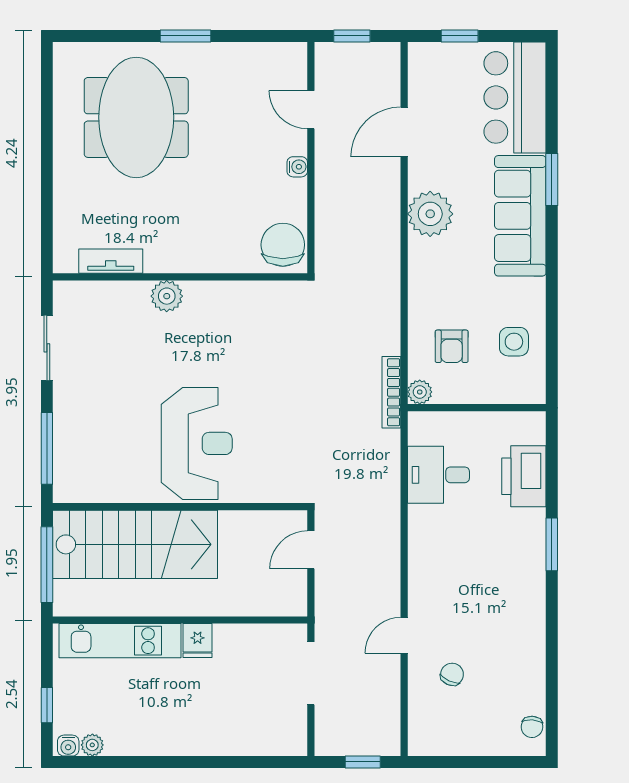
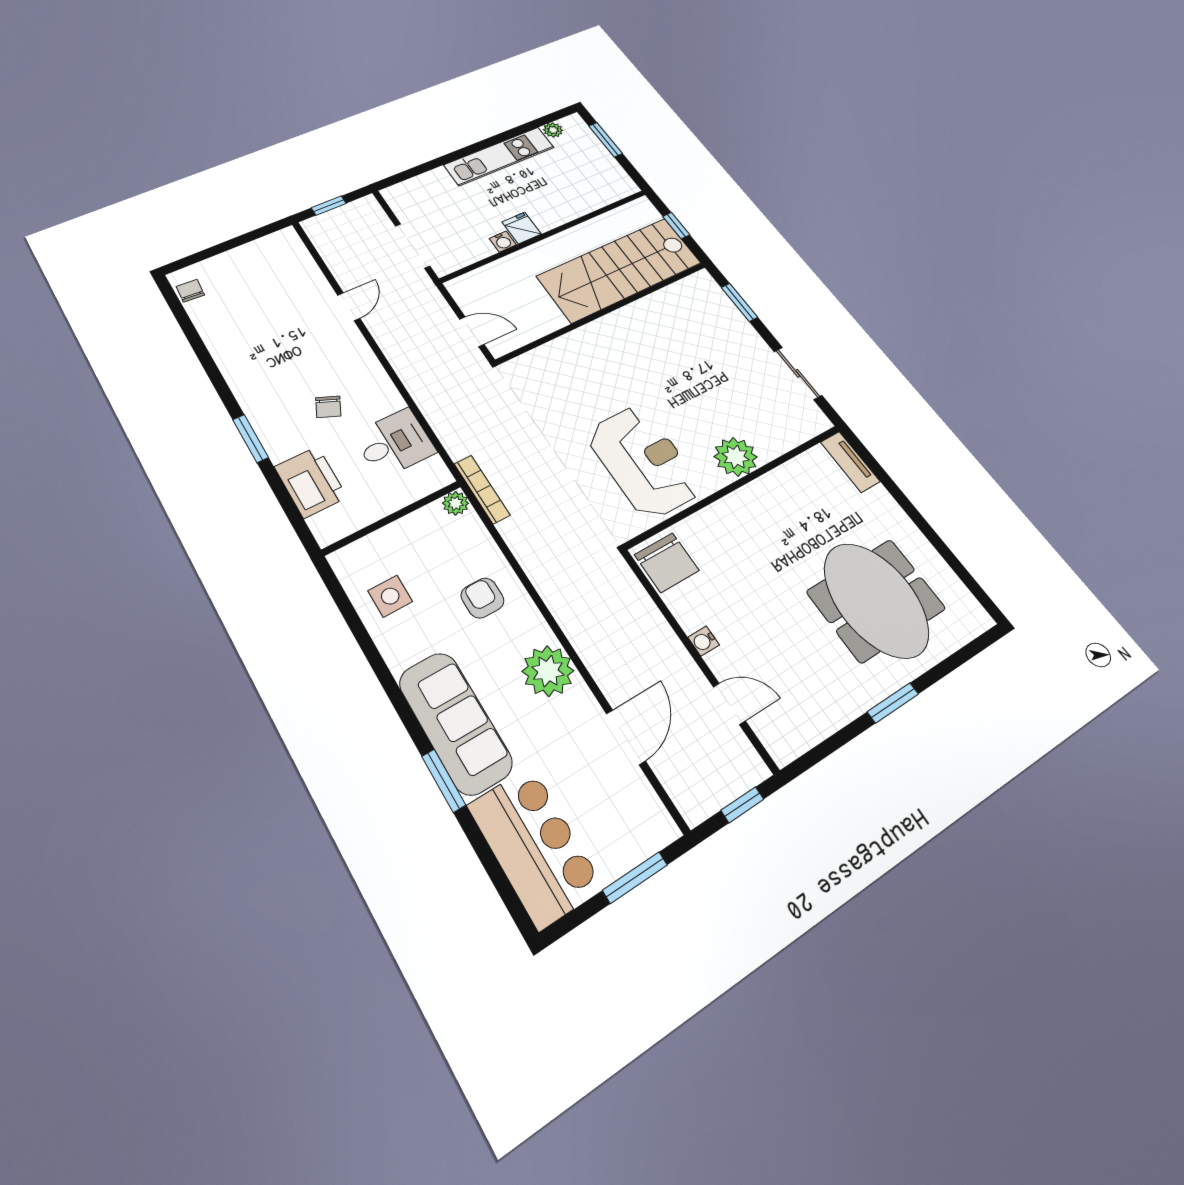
window: (460, 36) -> (635, 877), width x1.50
tv unit: (111, 261) -> (850, 462), moved, turned 90
plant: (167, 296) -> (736, 457), width x1.36, depth x1.36
armchair: (452, 346) -> (482, 598), moved
reception desk: (197, 443) -> (644, 461), moved, turned 180
window: (47, 448) -> (739, 302), width x0.69
door: (311, 550) -> (472, 332), hinge flipped
window: (47, 565) -> (676, 226), width x0.46
kitchen unit: (120, 641) -> (499, 156), moved, turned 180
chair: (452, 674) -> (328, 407), moved
window: (47, 705) -> (606, 140), width x1.50
water cooler: (68, 746) -> (503, 242), moved, turned 180

